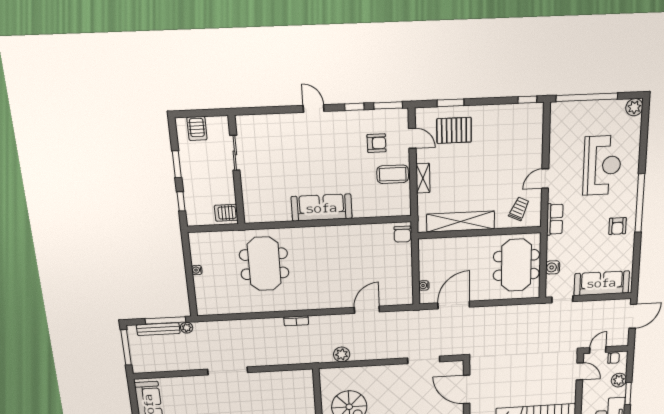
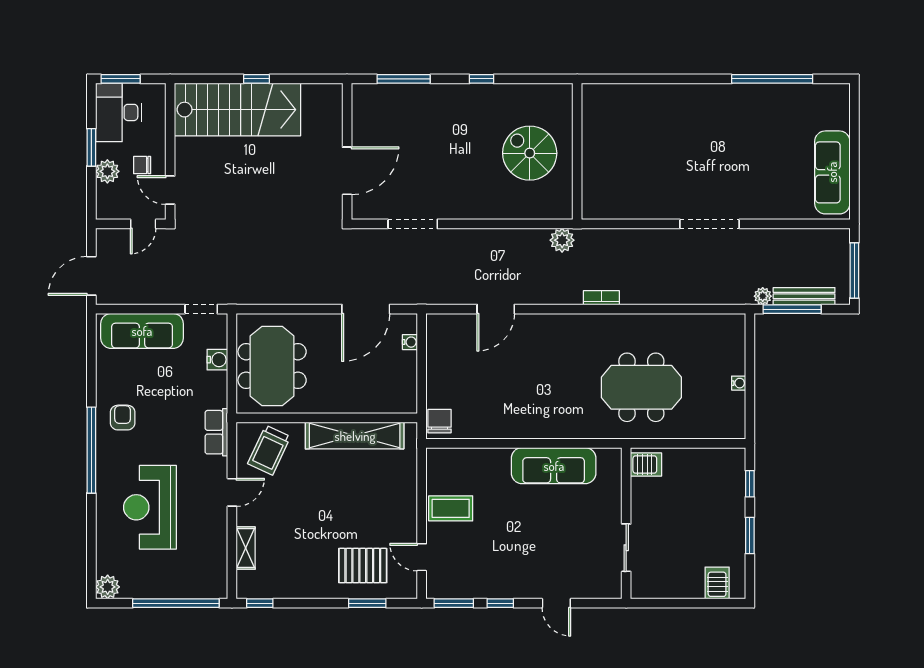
armchair: (377, 143) -> (472, 553), removed
sliding door: (235, 153) -> (626, 548), moved
wall: (236, 171) -> (626, 523), moved
shelving: (423, 178) -> (246, 548), moved
trolley: (519, 209) -> (269, 450), width x1.36, depth x1.39
server rack: (226, 213) -> (646, 465), moved
meeting table: (264, 264) -> (641, 387), turned 90
plant: (342, 354) -> (562, 240), moved
chair: (614, 358) -> (142, 165), moved
door: (467, 389) -> (347, 171), hinge flipped

